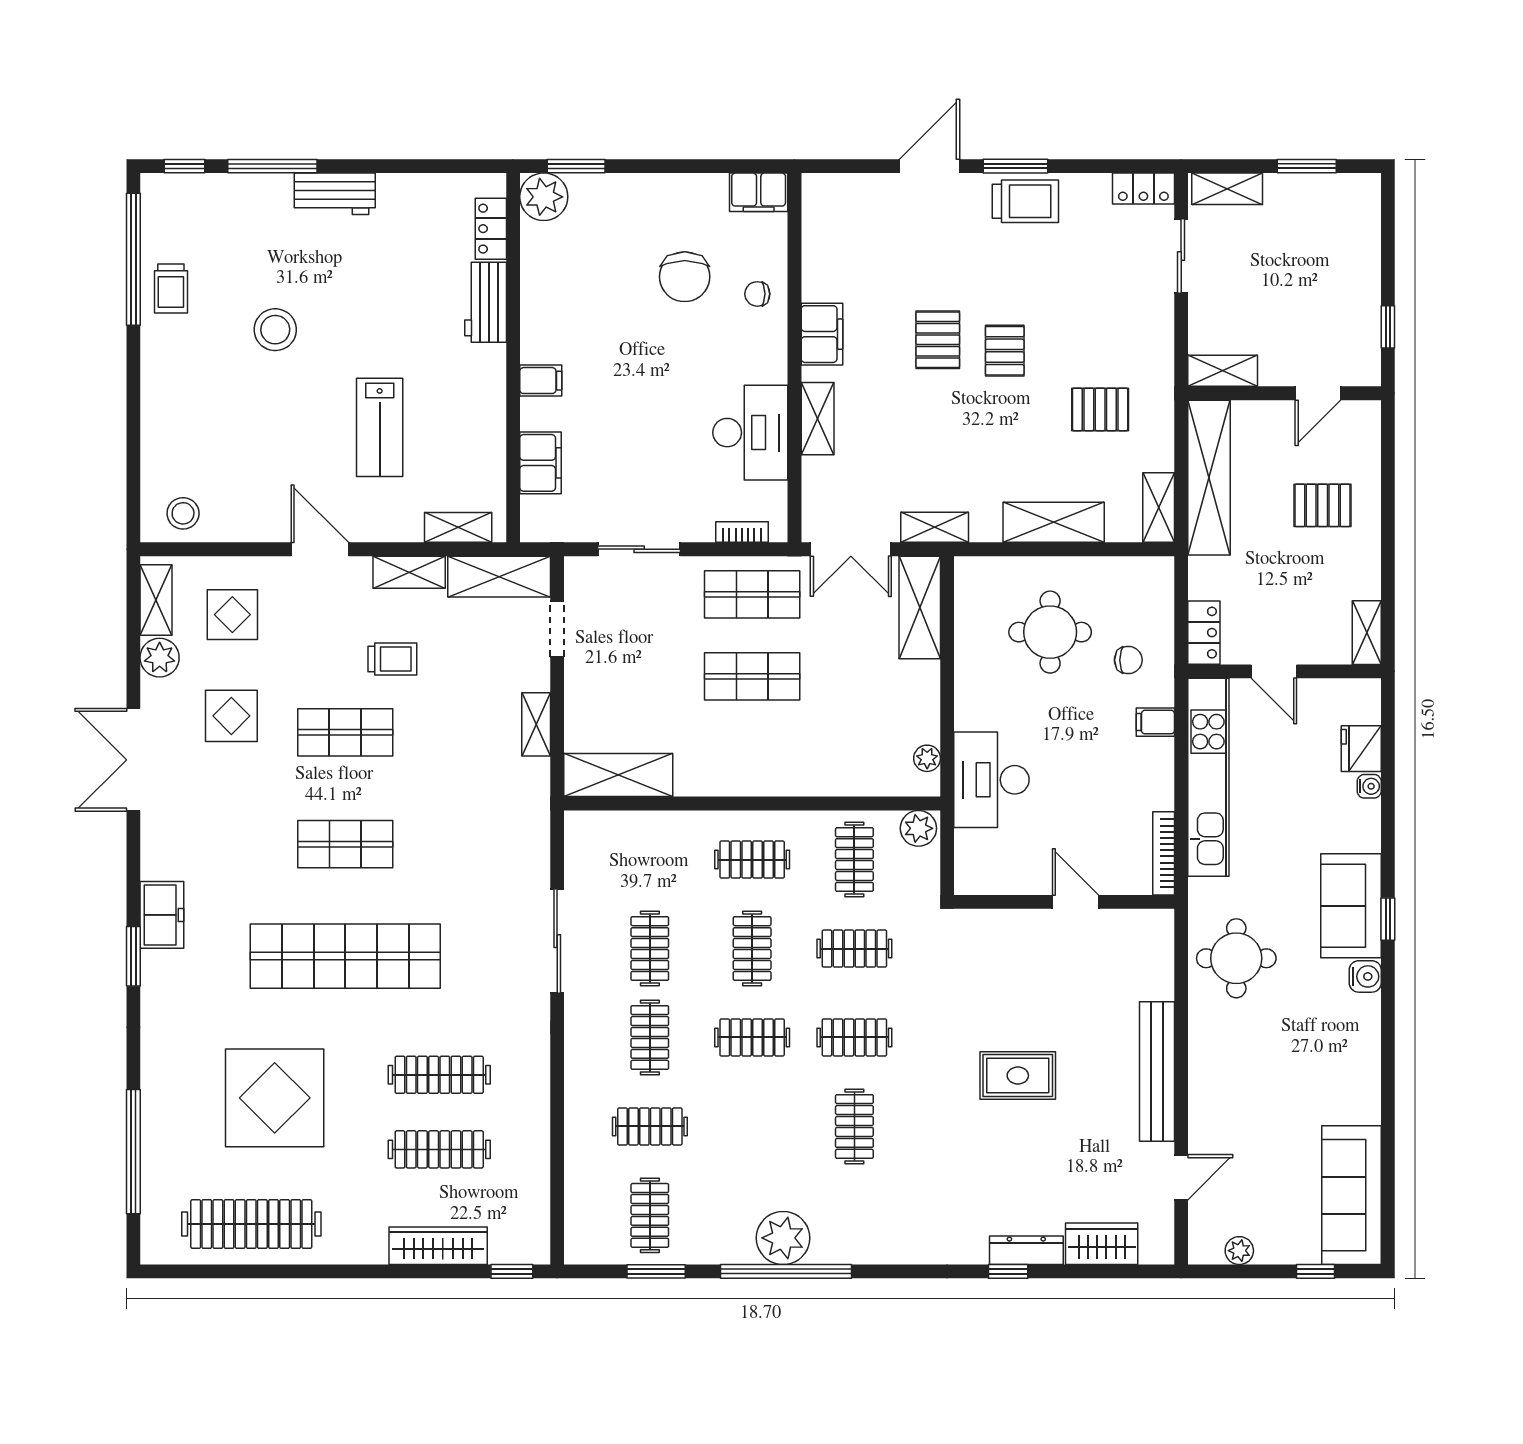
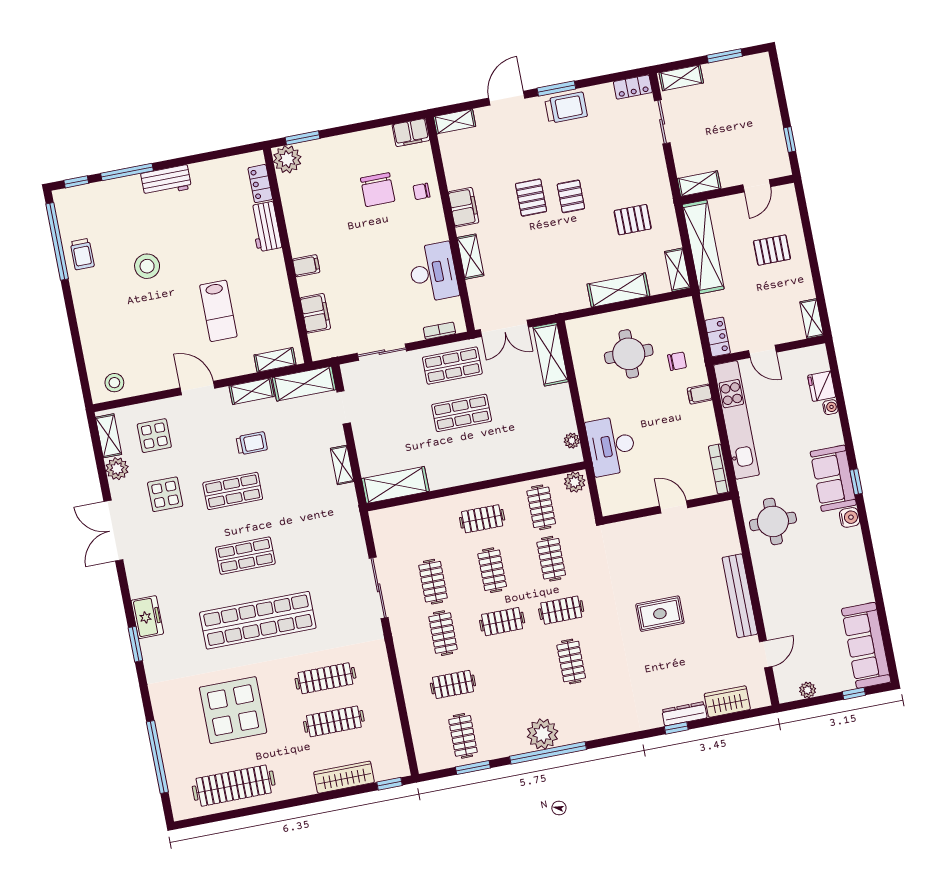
shelving: (935, 527) -> (455, 121), moved
clothes rail: (854, 949) -> (551, 559), turned 90

